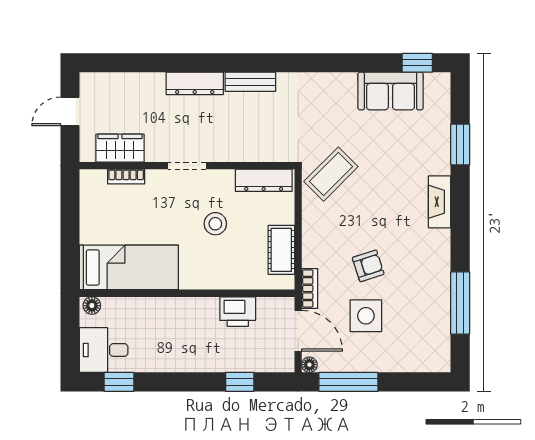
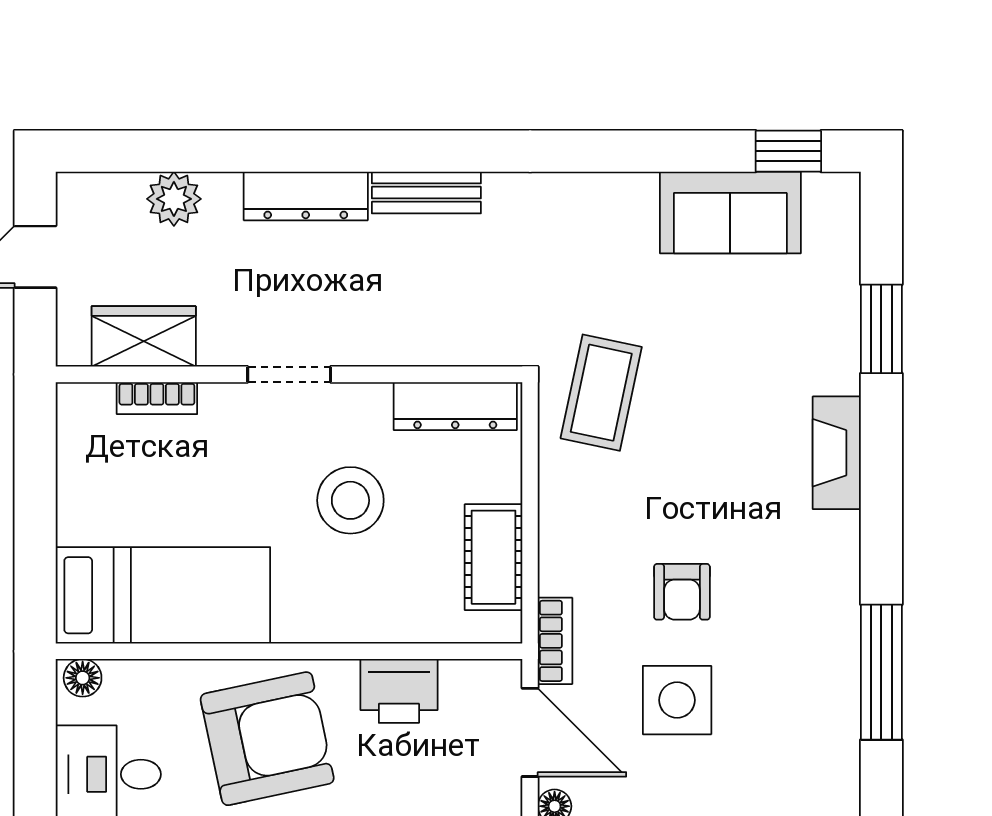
plant: (134, 85) -> (174, 199), added
coffee table: (331, 174) -> (601, 393), turned -33
stool: (215, 224) -> (350, 500), width x1.38, depth x1.38
armchair: (368, 266) -> (682, 592), turned 108
armchair: (177, 334) -> (267, 739), added

